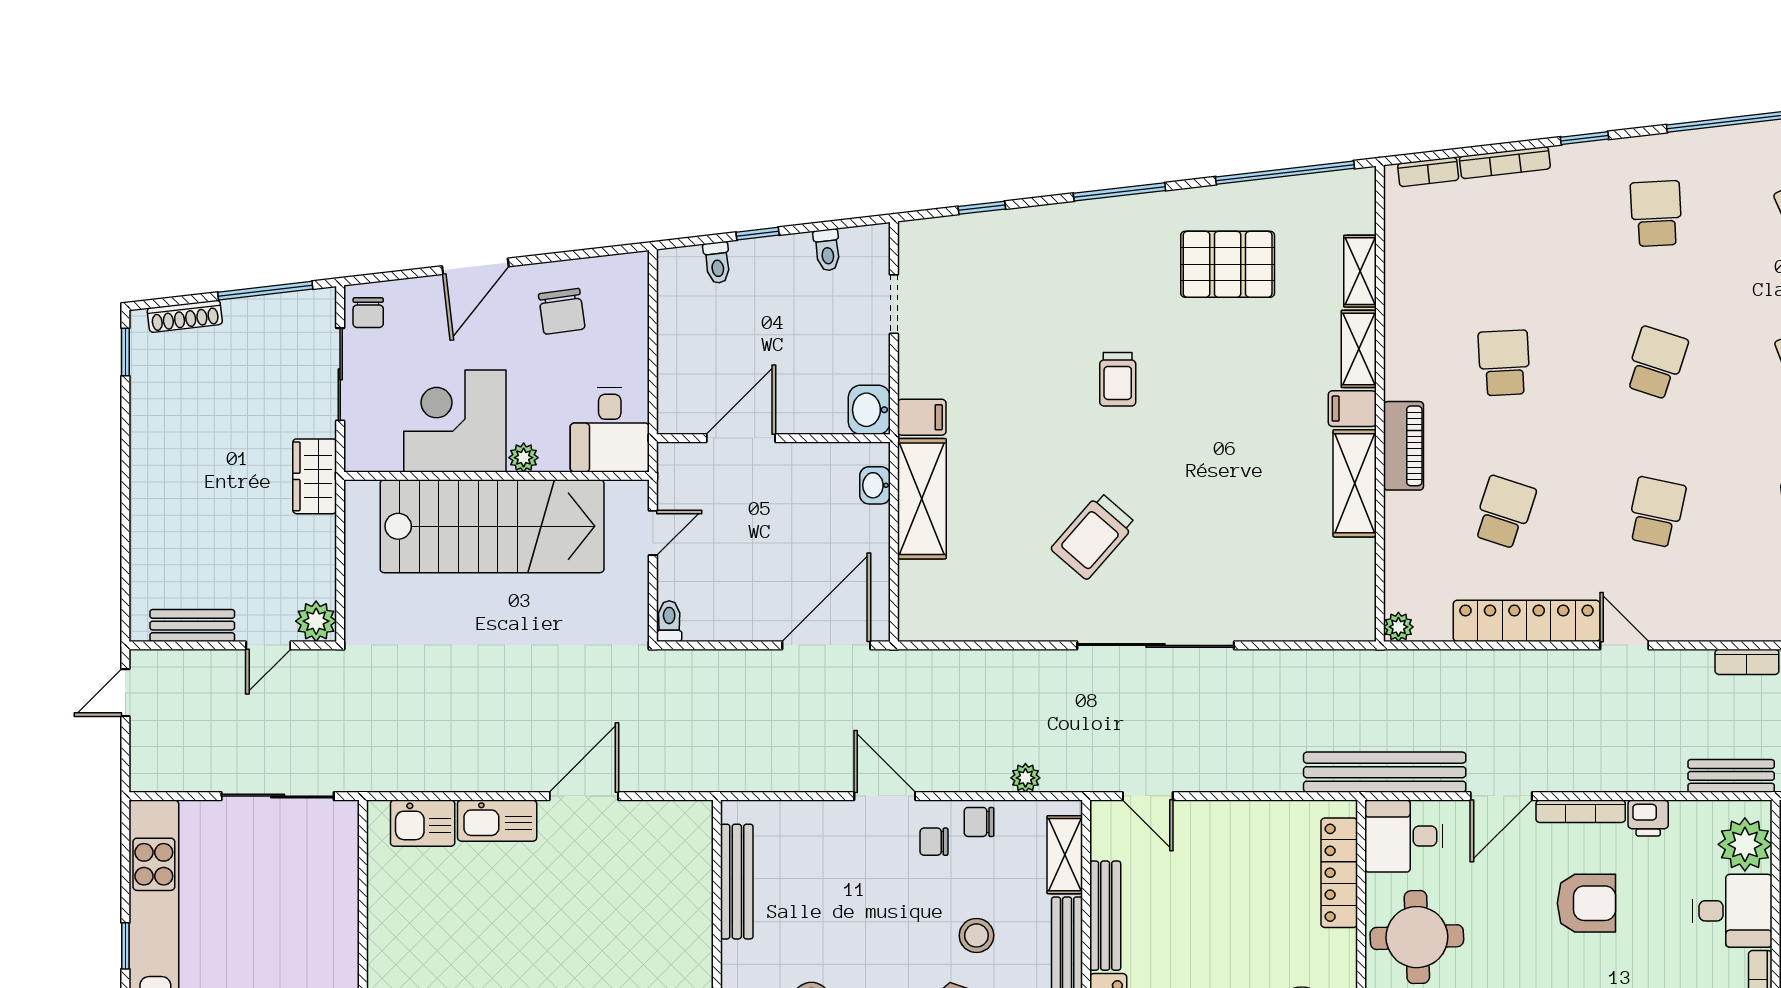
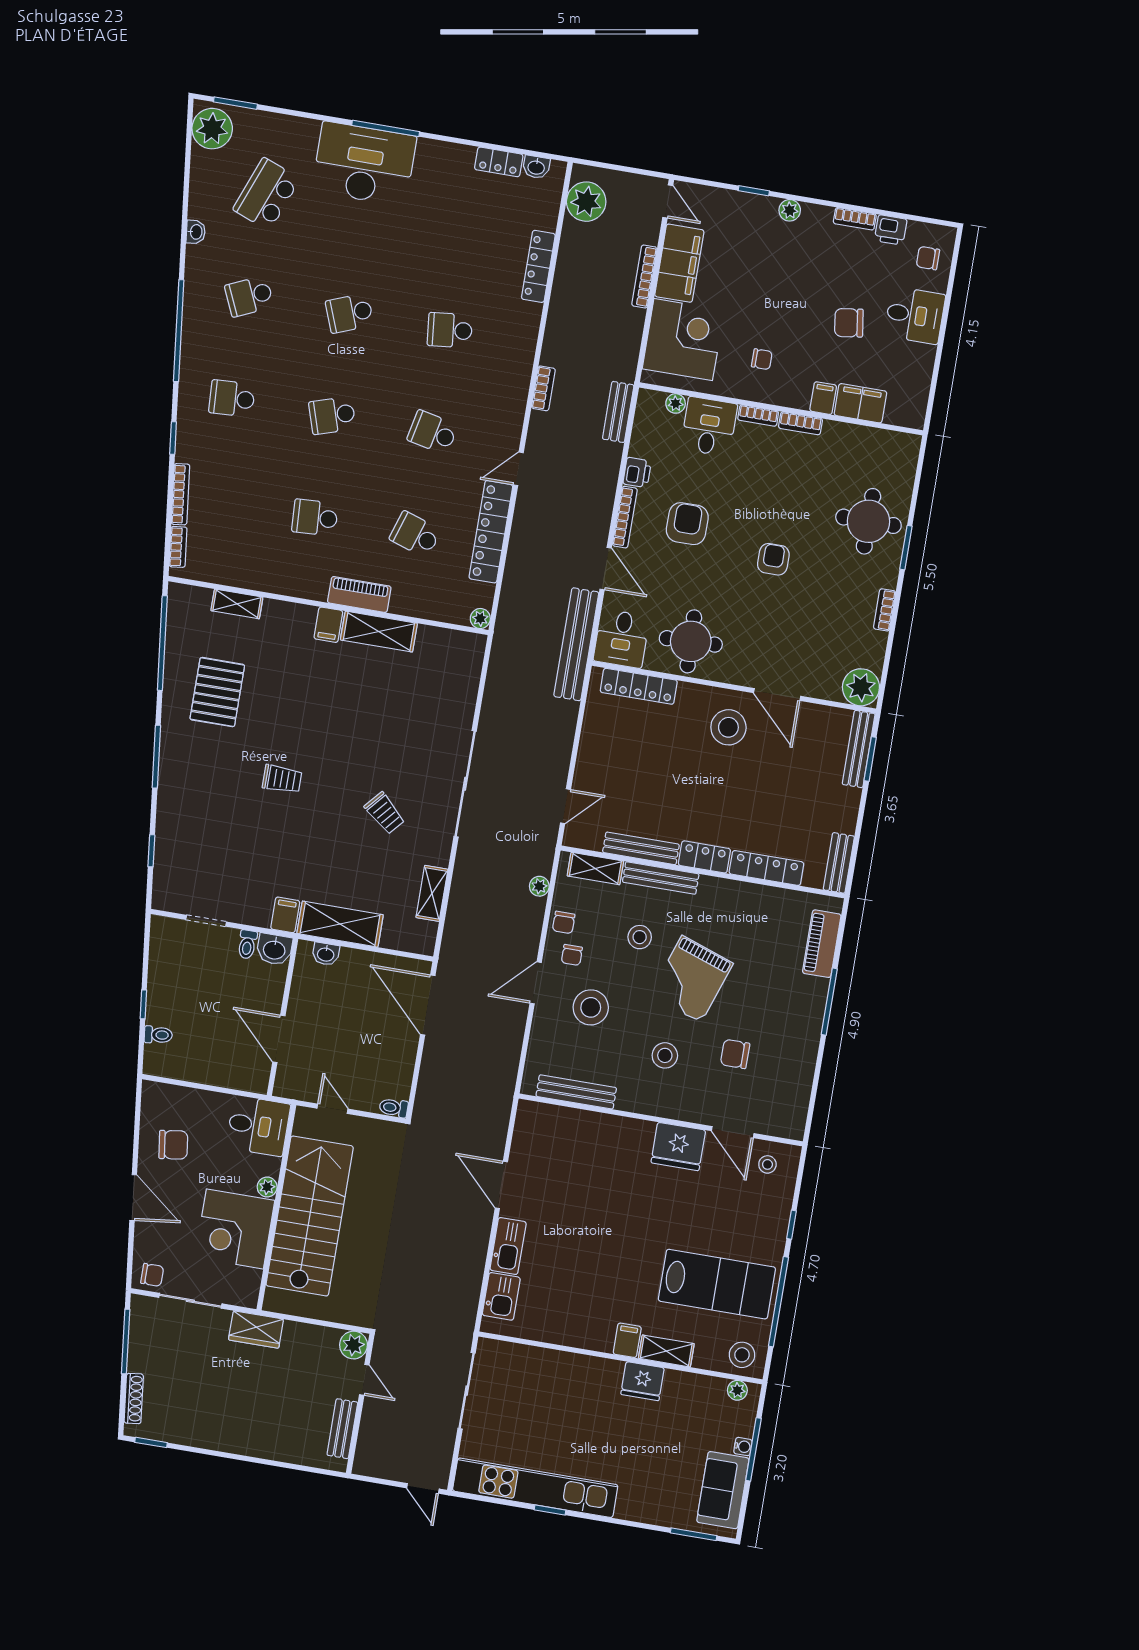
toilet: (827, 250) -> (247, 944), moved, turned 97
shelving: (1359, 349) -> (432, 893), moved, turned 90
school desk: (1656, 363) -> (332, 415), turned -36
trolley: (1093, 536) -> (385, 813), width x0.73, depth x0.72
door: (125, 693) -> (423, 1488), moved
plant: (1745, 844) -> (676, 403), width x0.53, depth x0.53
stool: (863, 882) -> (591, 1007), added

